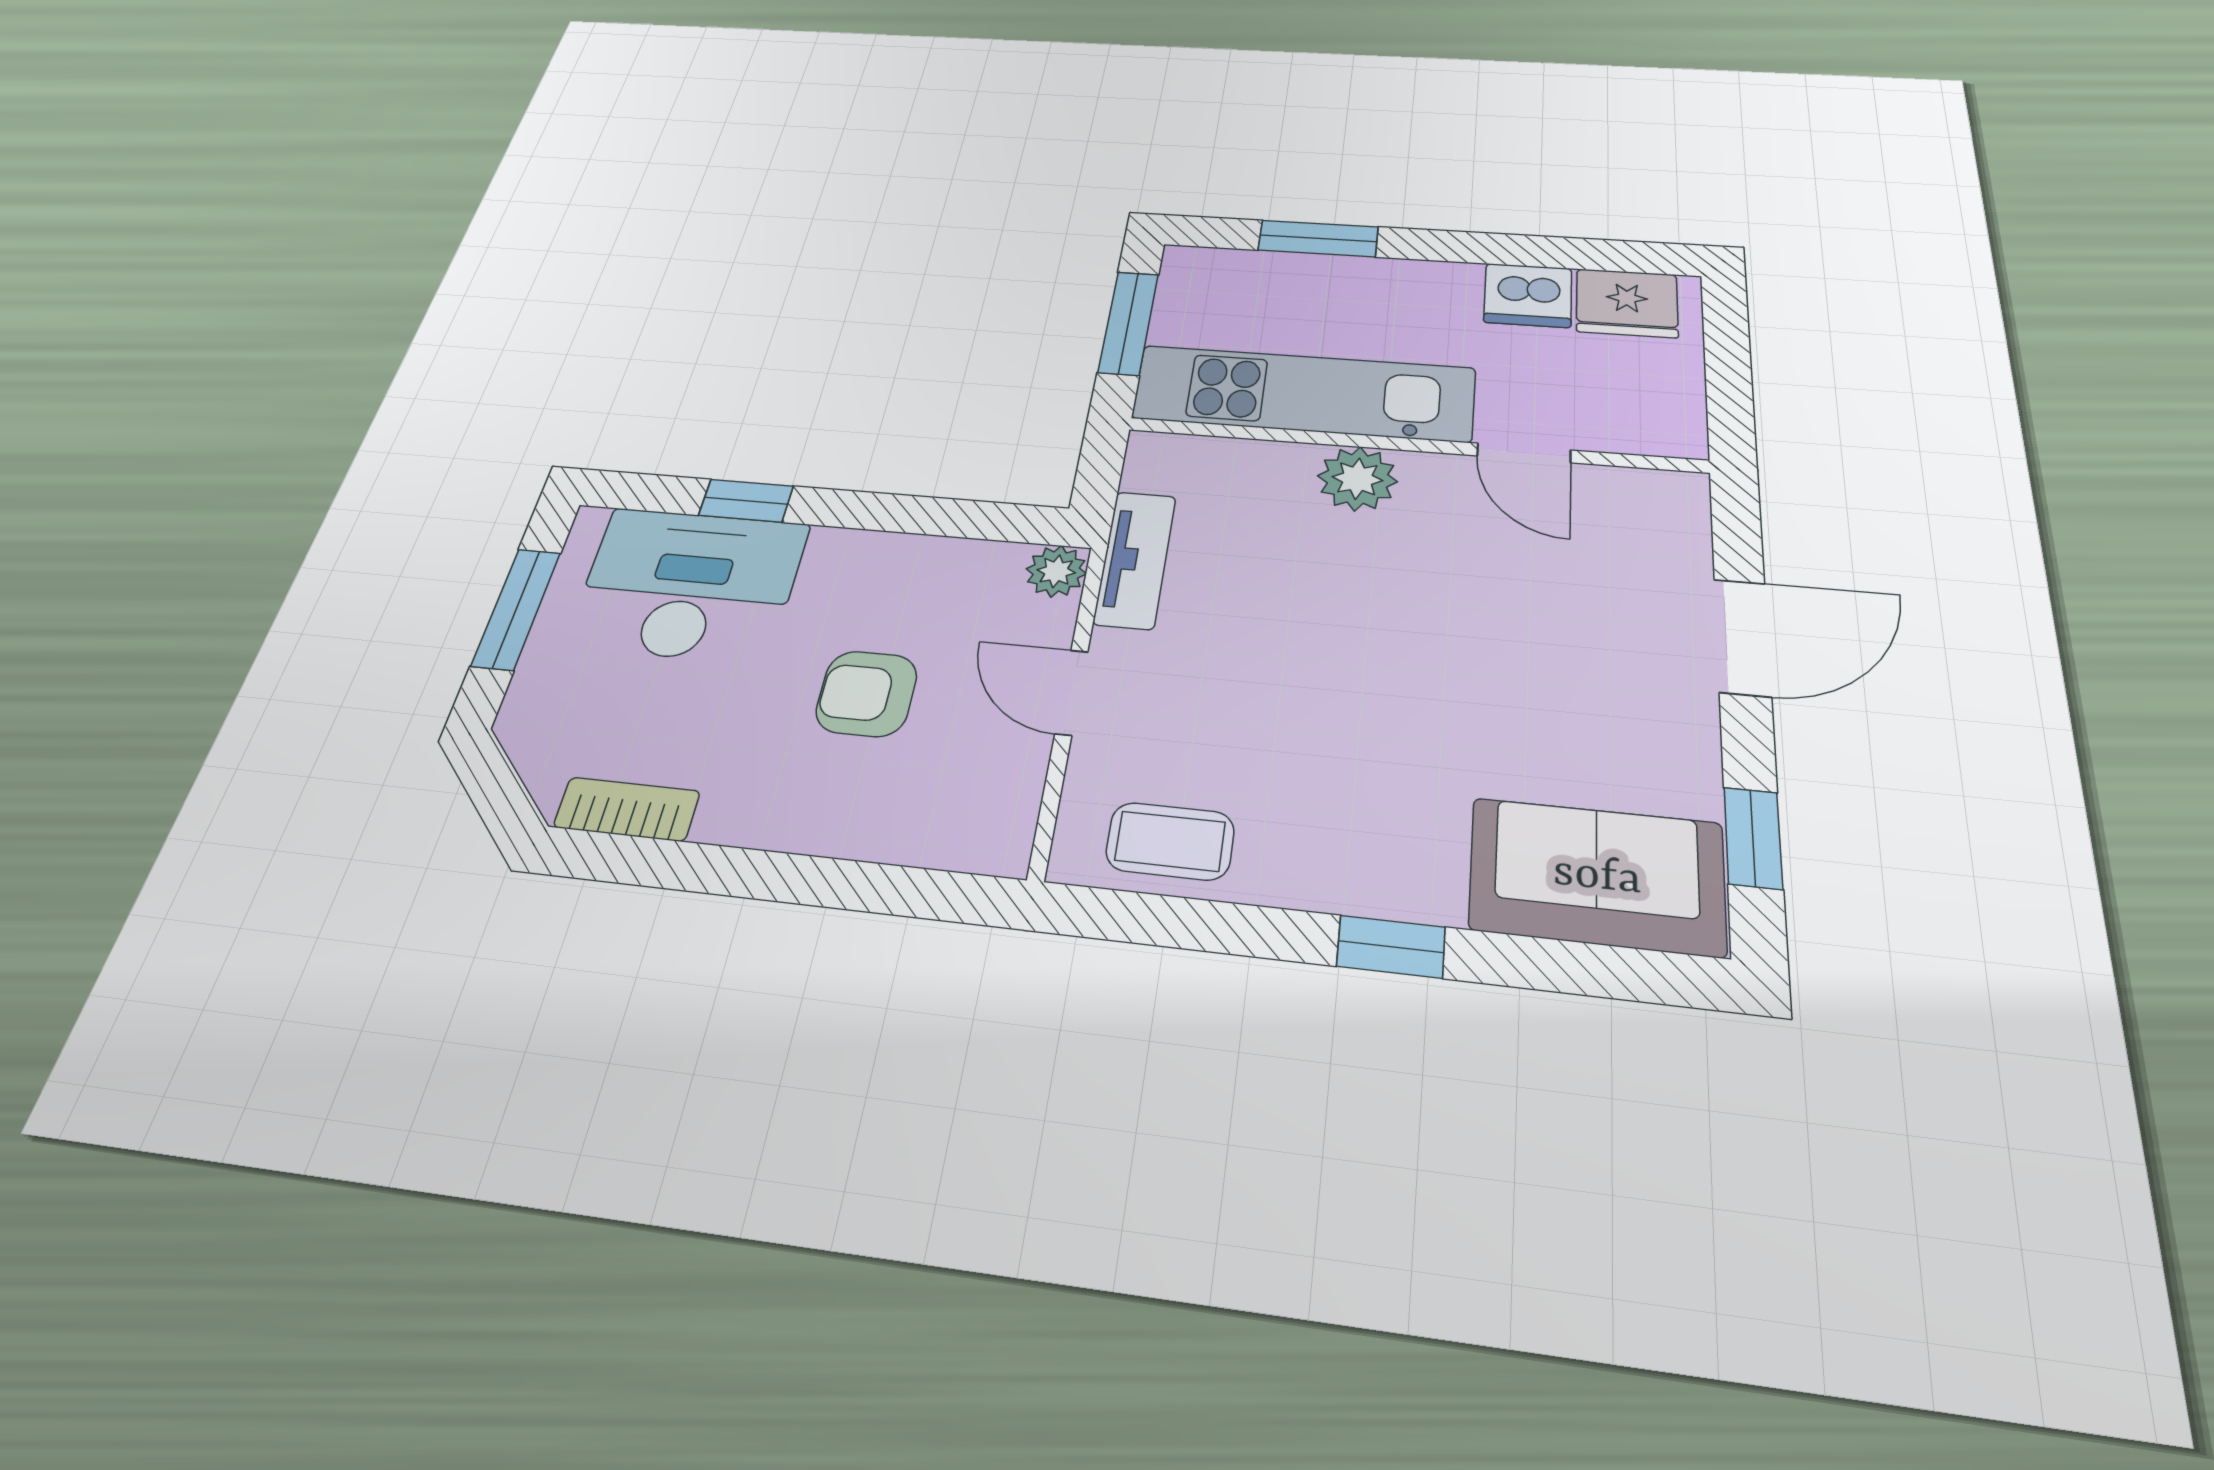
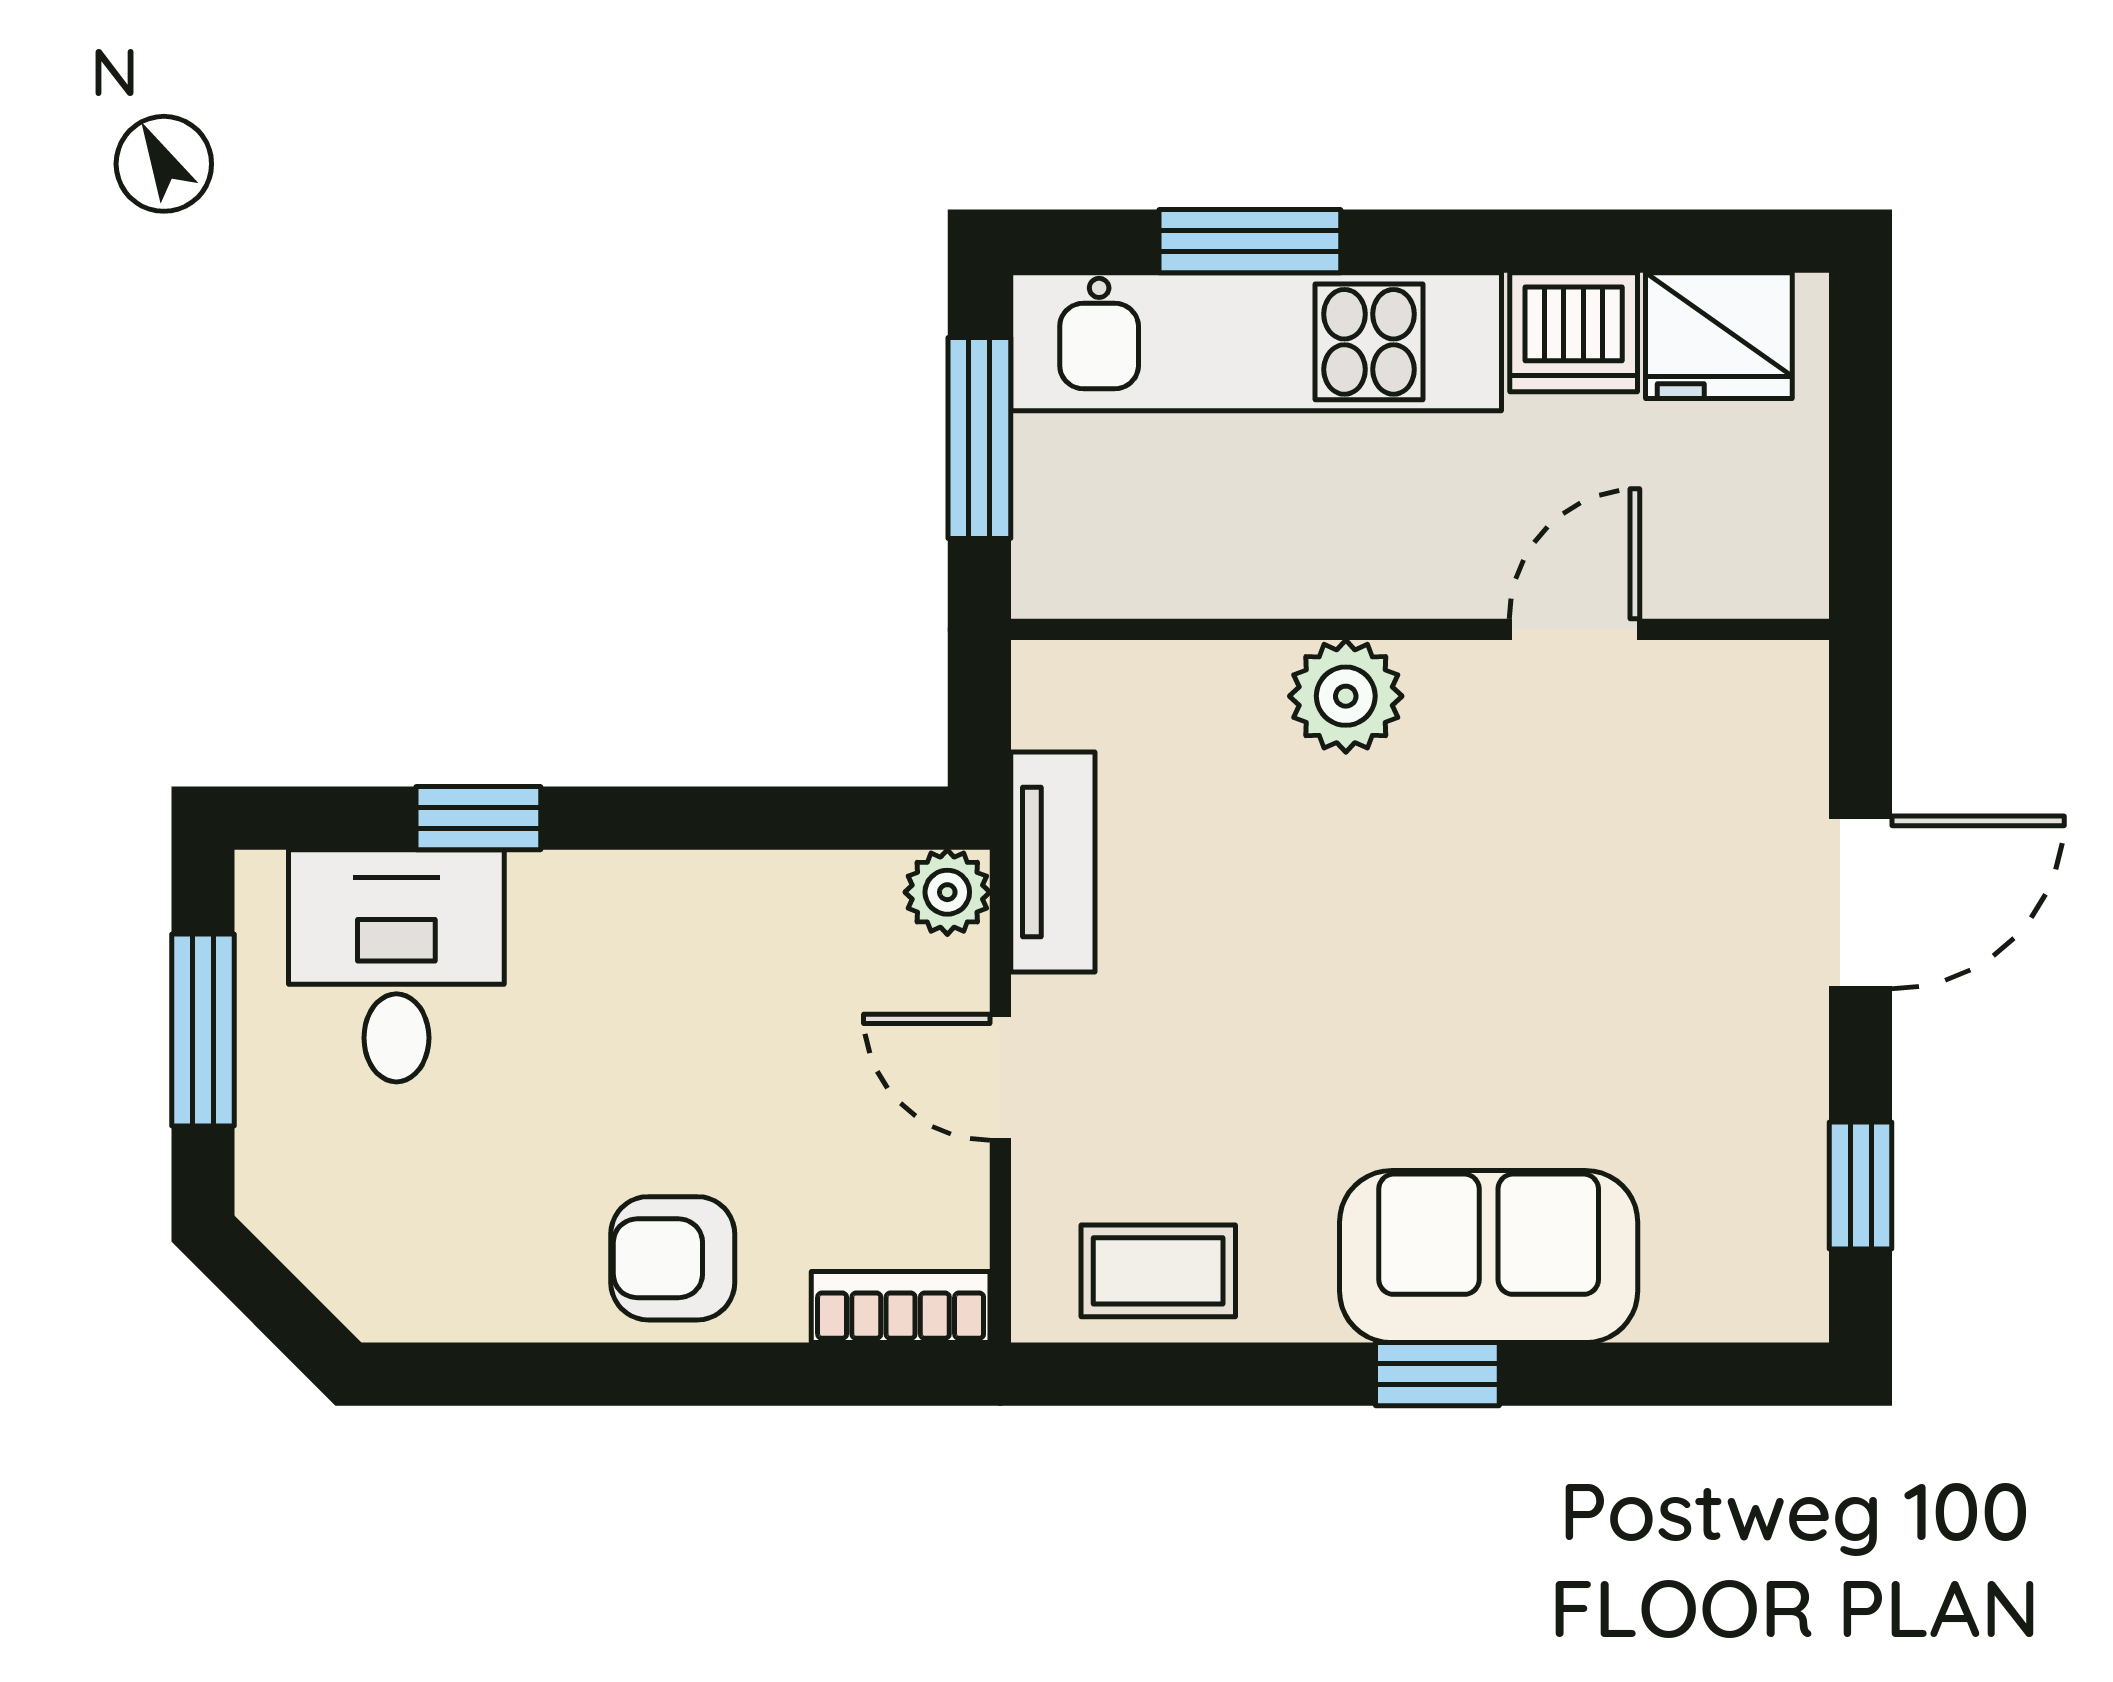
kitchen unit: (1304, 393) -> (1256, 342), moved, turned 180
door: (1524, 453) -> (1575, 629), swing flipped
desk: (689, 584) -> (396, 966), width x0.73
armchair: (867, 694) -> (673, 1258), moved
bookcase: (627, 809) -> (901, 1307), moved
sofa: (1597, 876) -> (1489, 1257), moved

